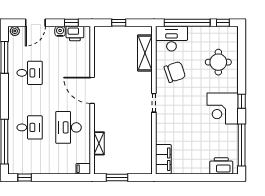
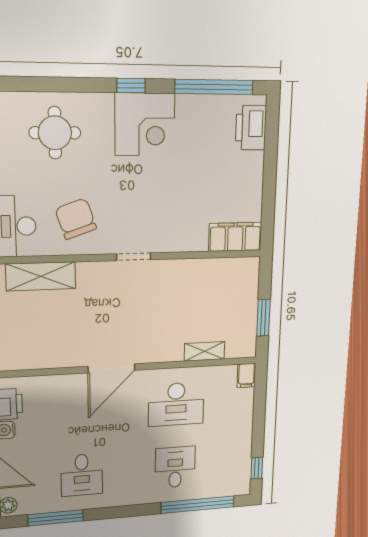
desk: (30, 73) -> (82, 475), turned 180

